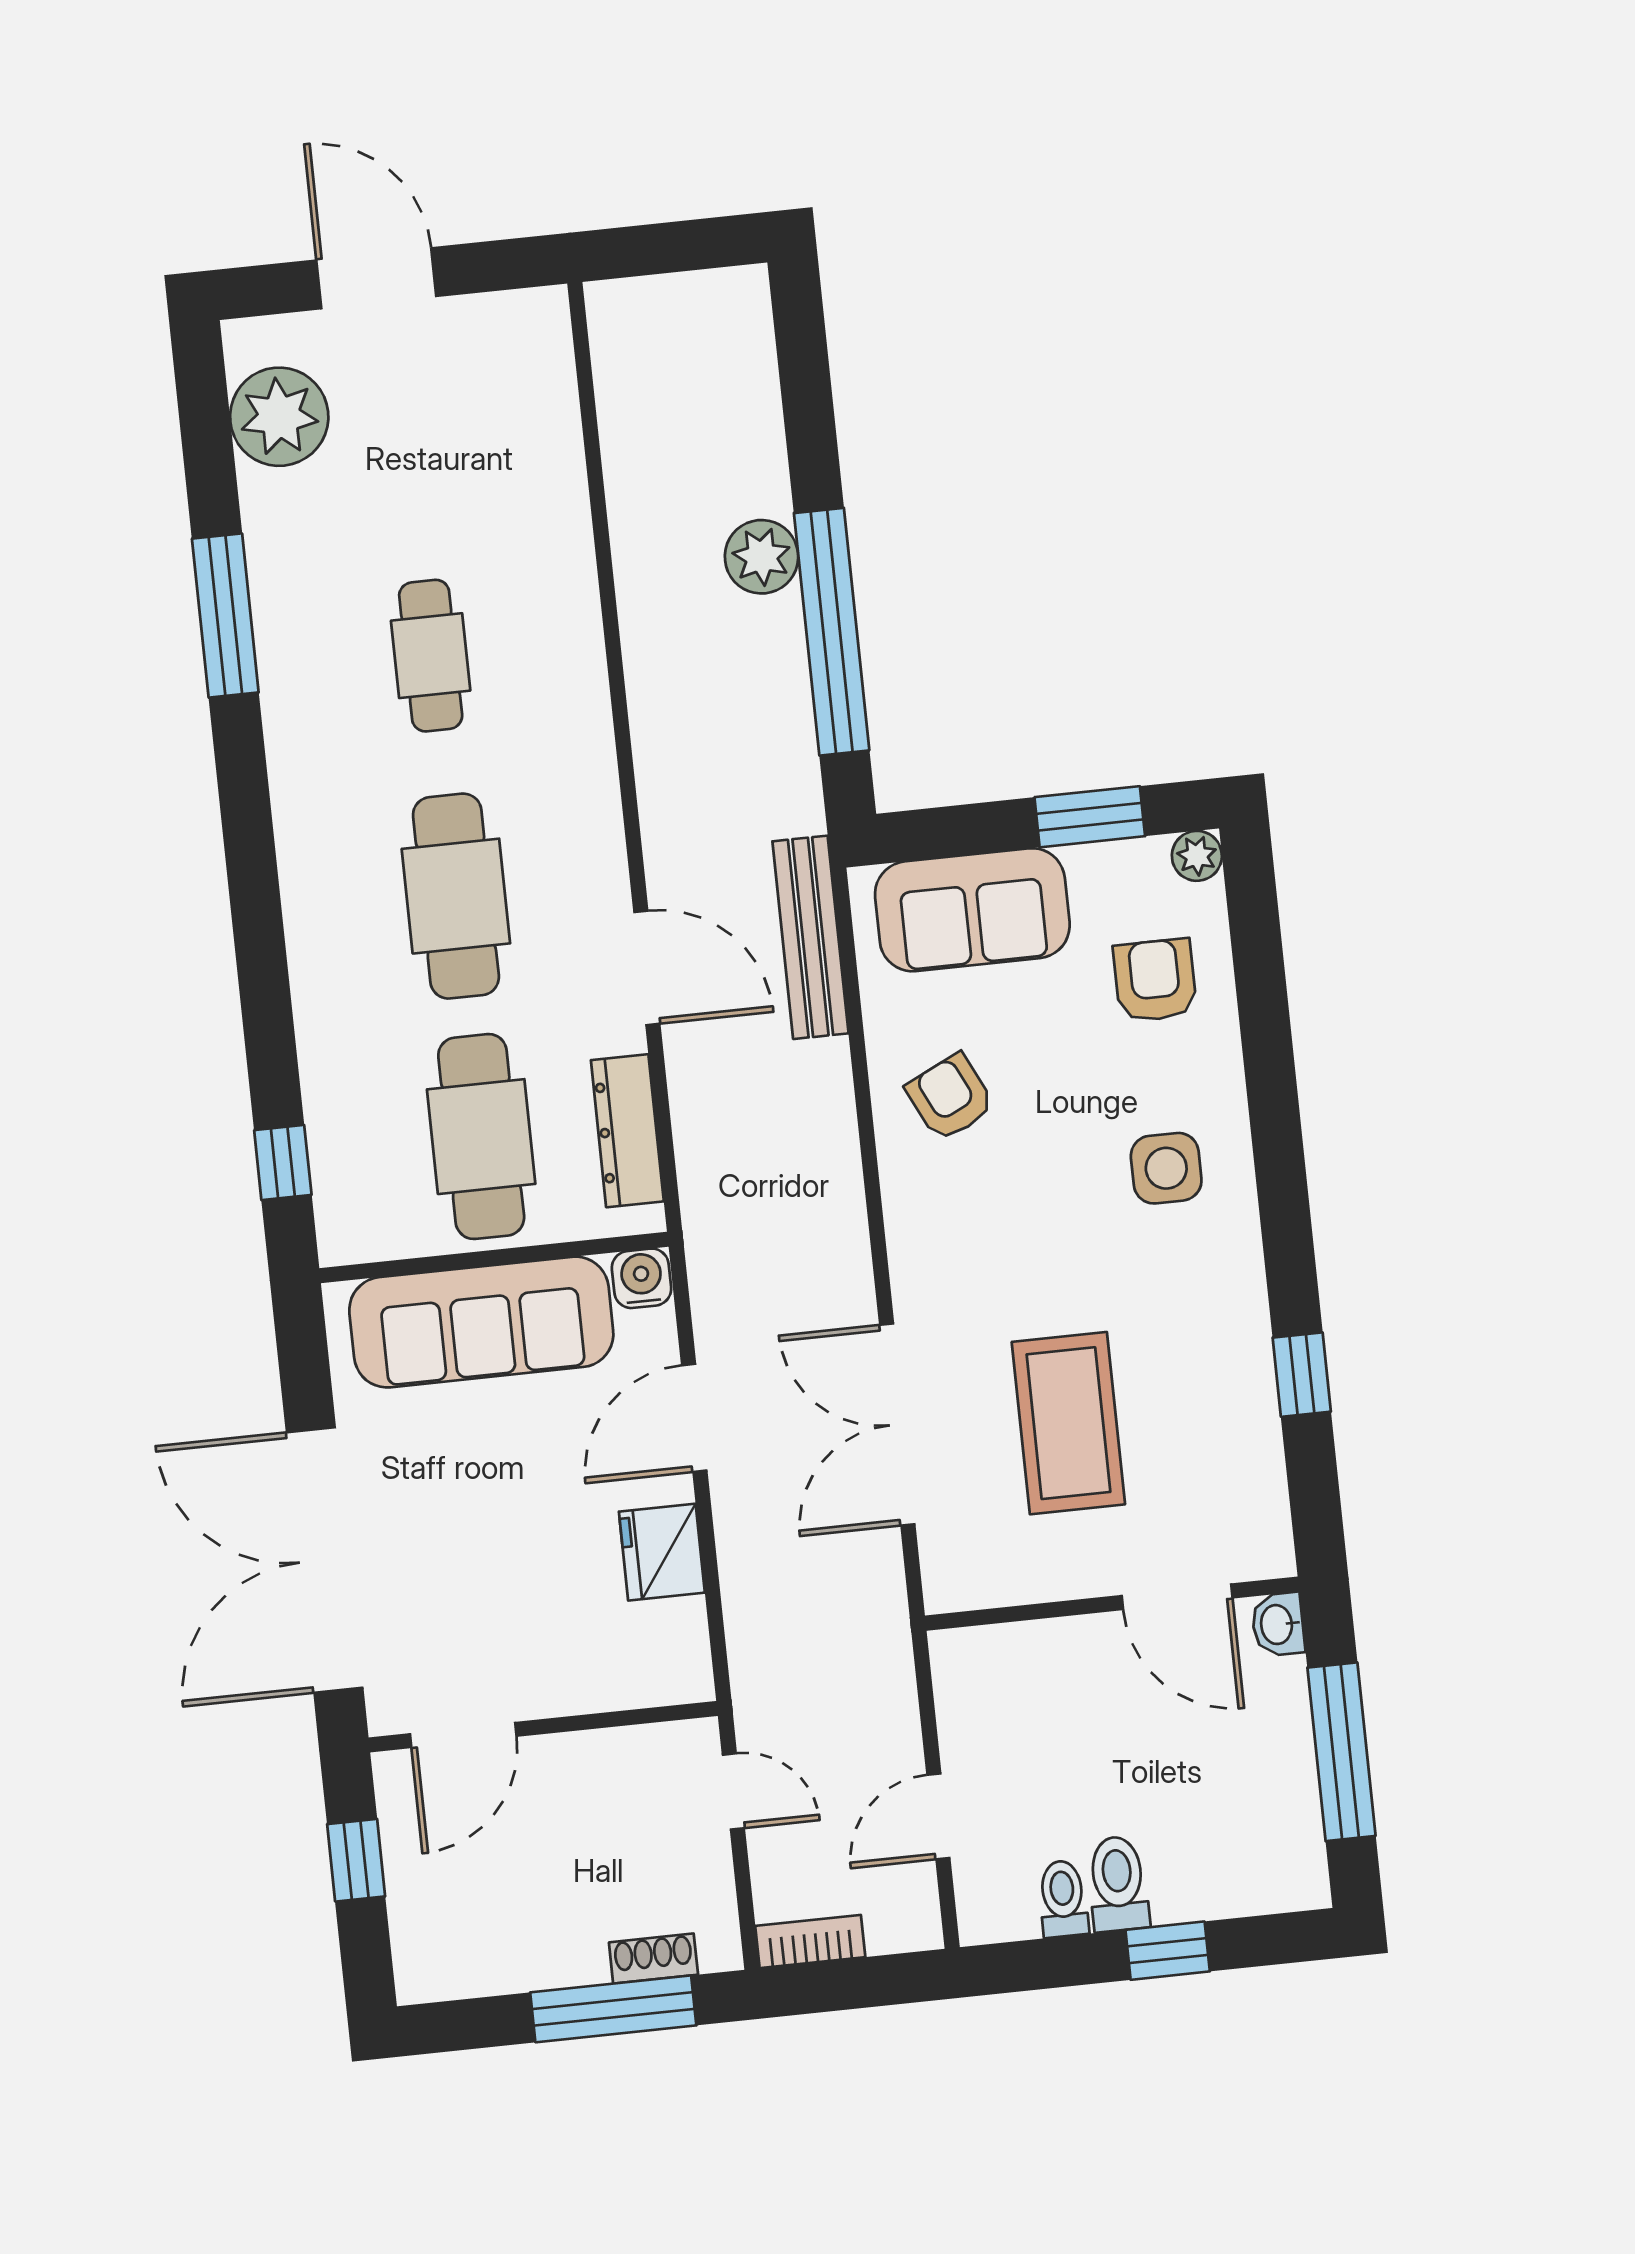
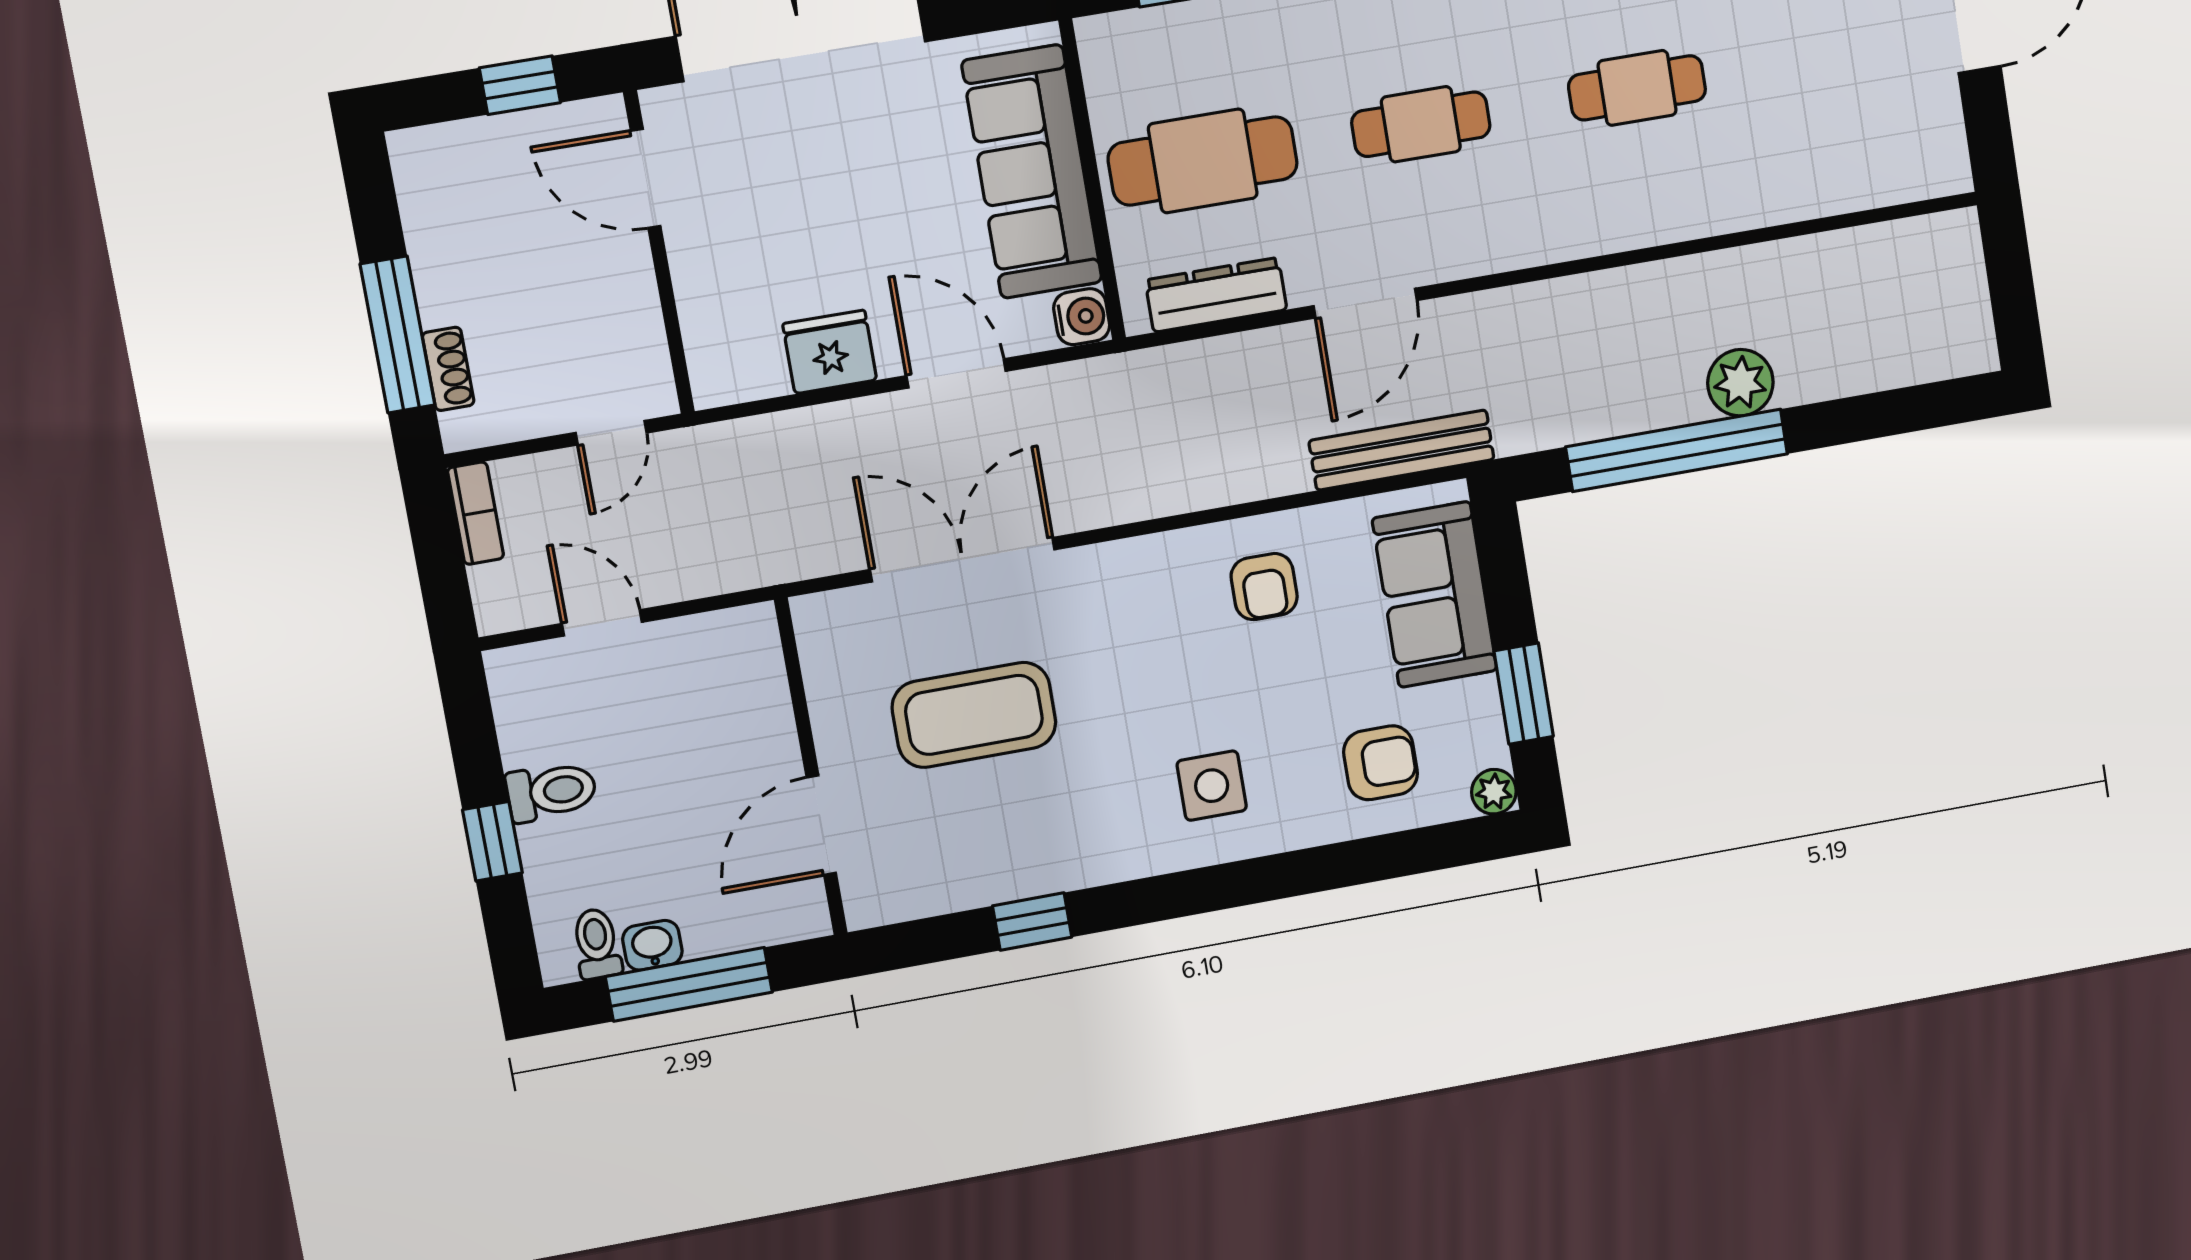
cafe table: (456, 896) -> (1421, 124), width x0.73, depth x0.74
armchair: (950, 1097) -> (1264, 587), turned 116
washbasin: (1278, 1624) -> (652, 945), moved
toilet: (1063, 1899) -> (597, 944), moved, turned -90

